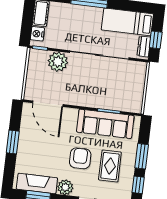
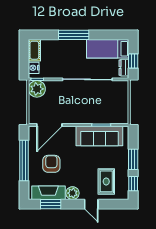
plant: (58, 62) -> (37, 89), moved
door: (48, 104) -> (49, 125), hinge flipped
window: (13, 142) -> (24, 161), width x2.11
armchair: (80, 158) -> (51, 164), moved
rug: (110, 166) -> (106, 181), moved

